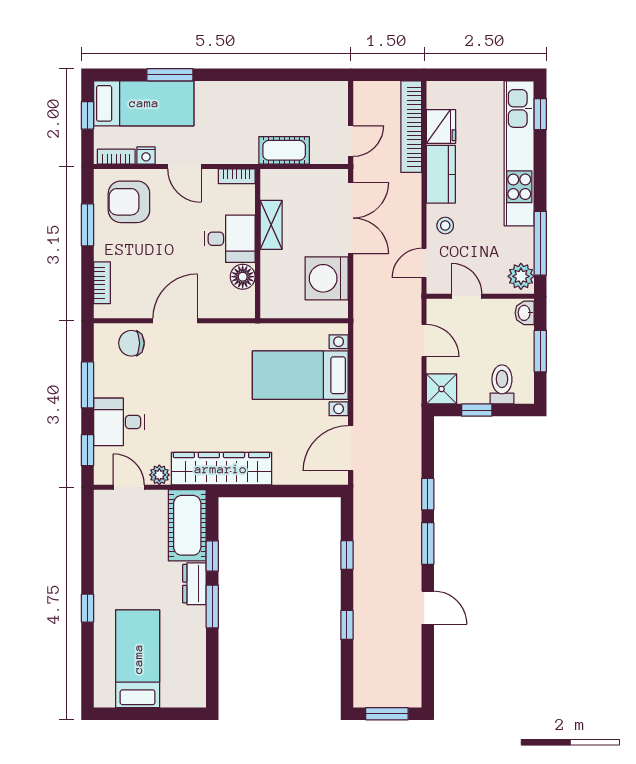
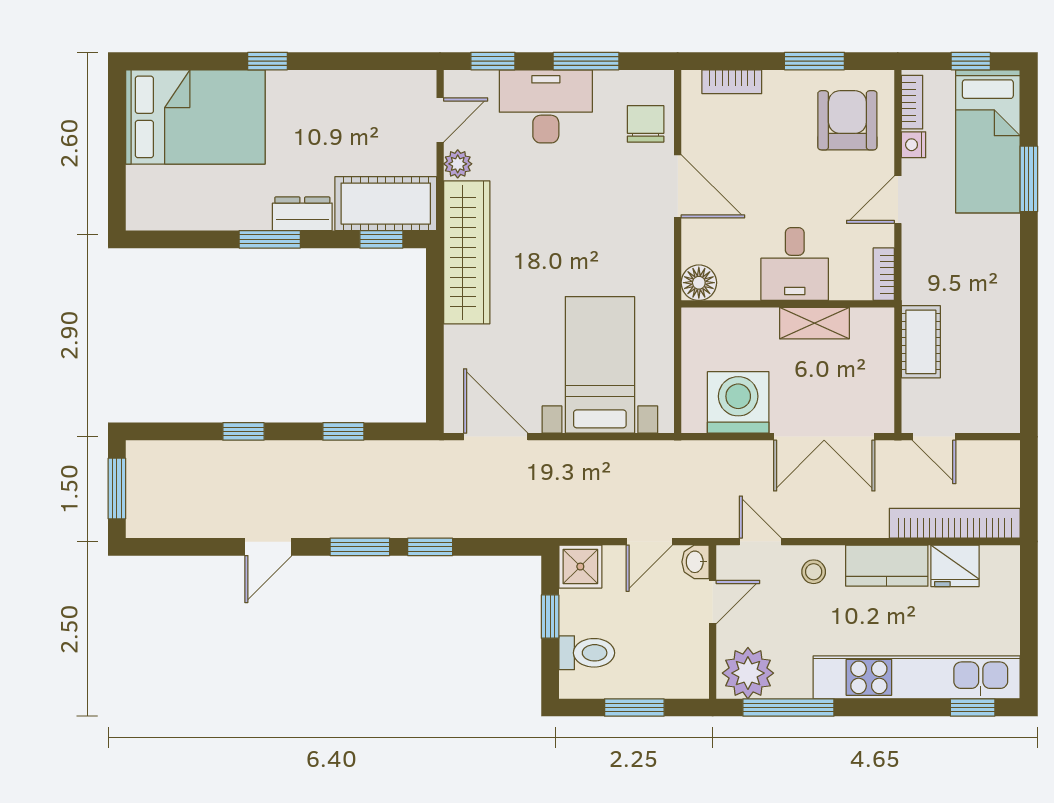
plant: (521, 276) -> (748, 673), width x1.36, depth x1.36
floor lamp: (243, 277) -> (699, 283), moved
washbasin: (525, 313) -> (696, 562), moved, turned -90
desk: (119, 422) -> (546, 106), width x1.37
window: (212, 556) -> (381, 239), moved
bed: (138, 659) -> (195, 117), width x1.50

